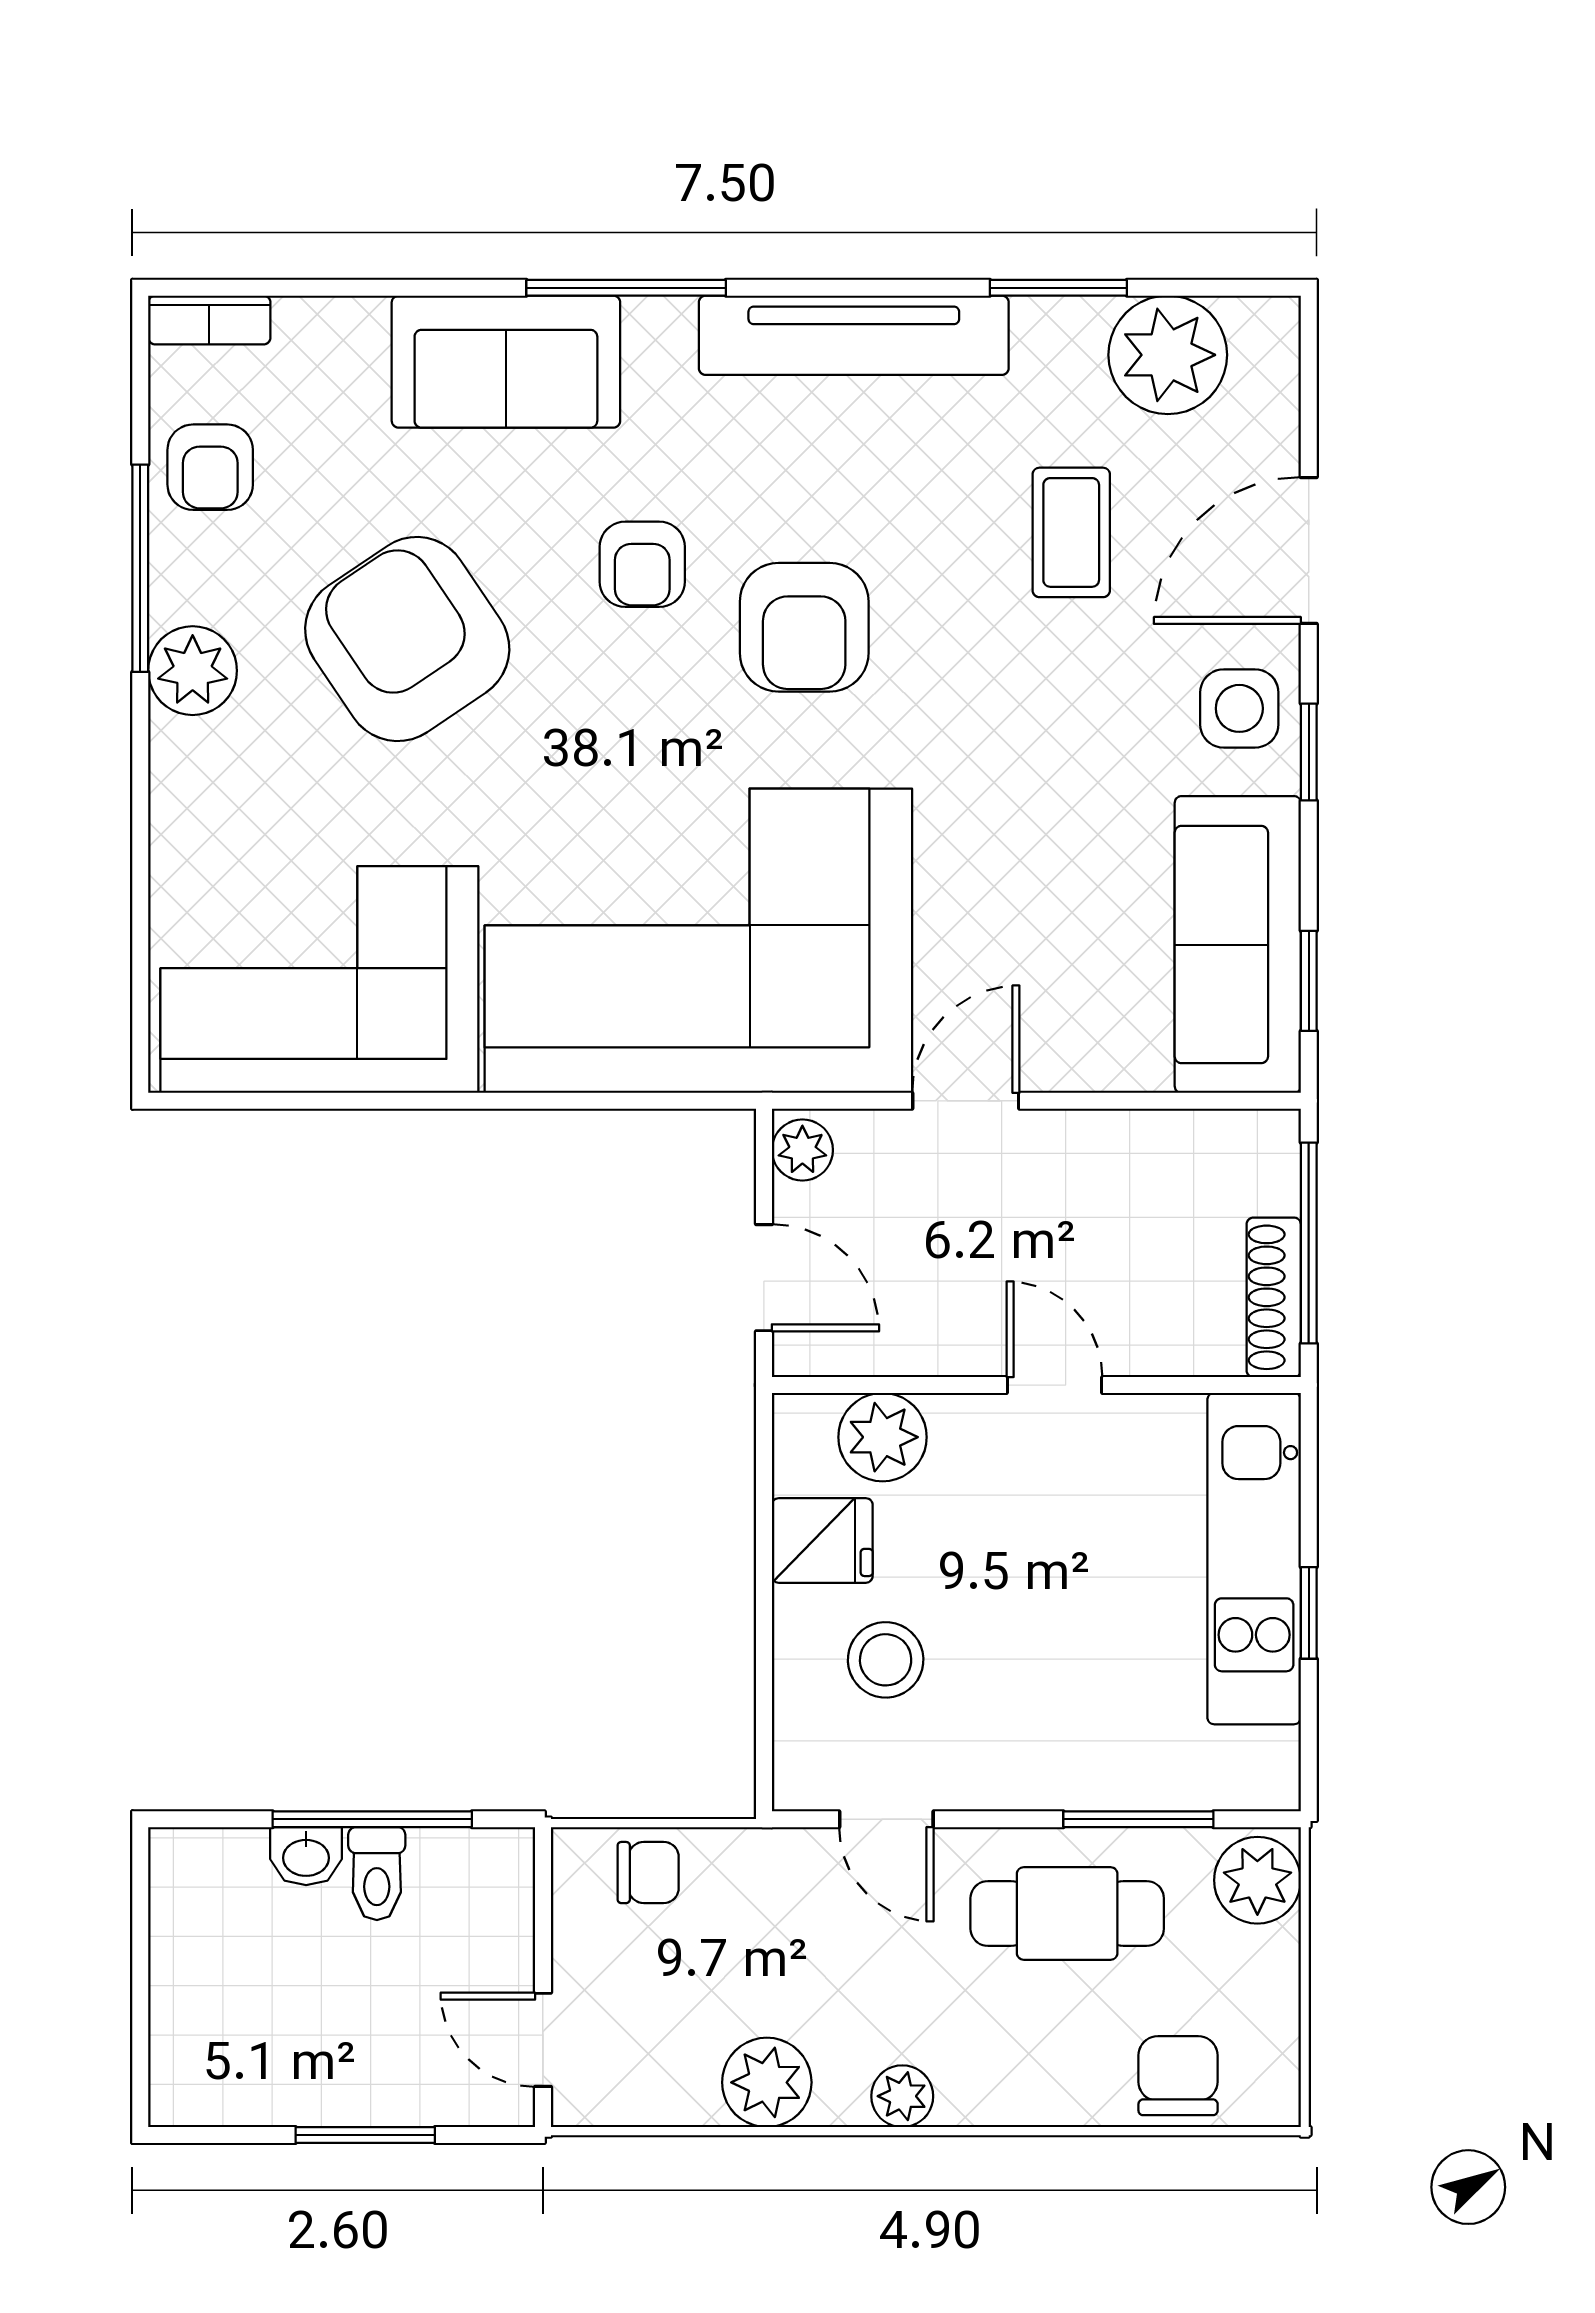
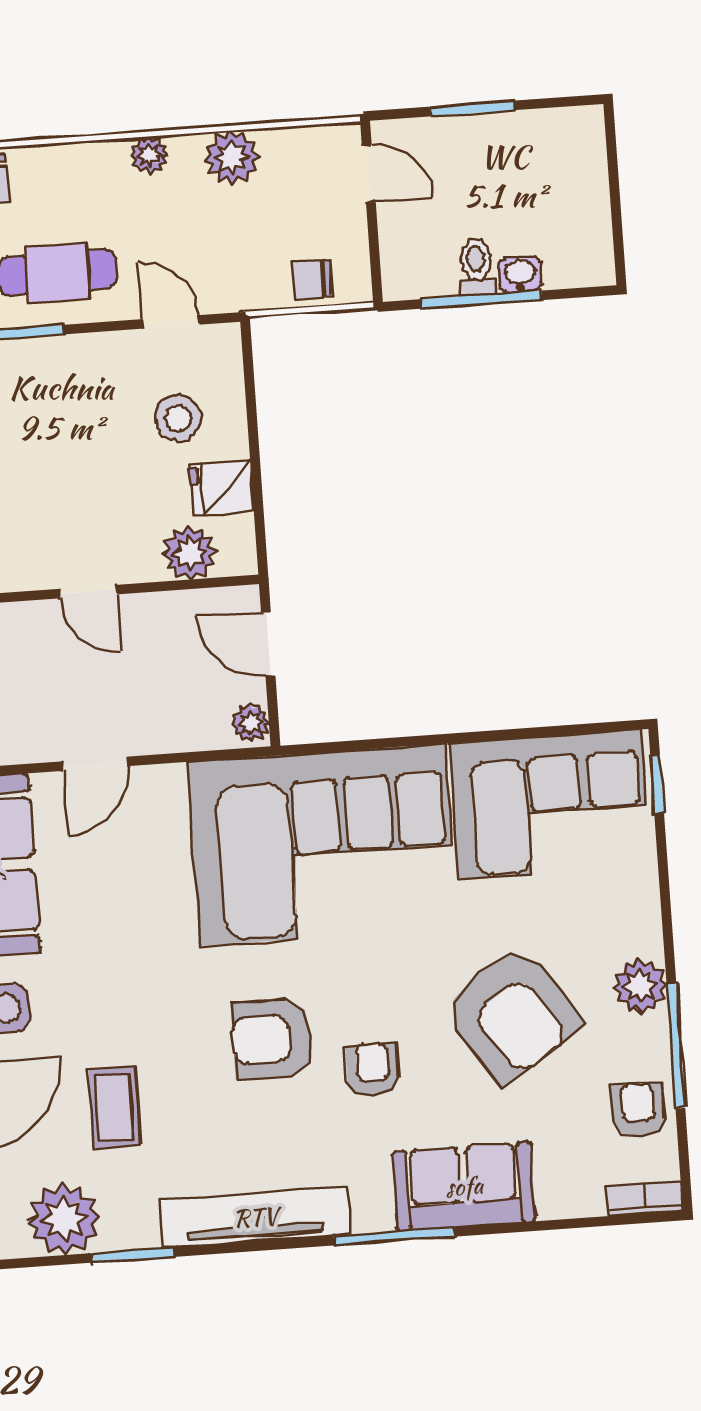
armchair: (804, 627) -> (272, 1039), turned -90
window: (140, 1001) -> (657, 784), added
door: (966, 1101) -> (95, 764), moved

